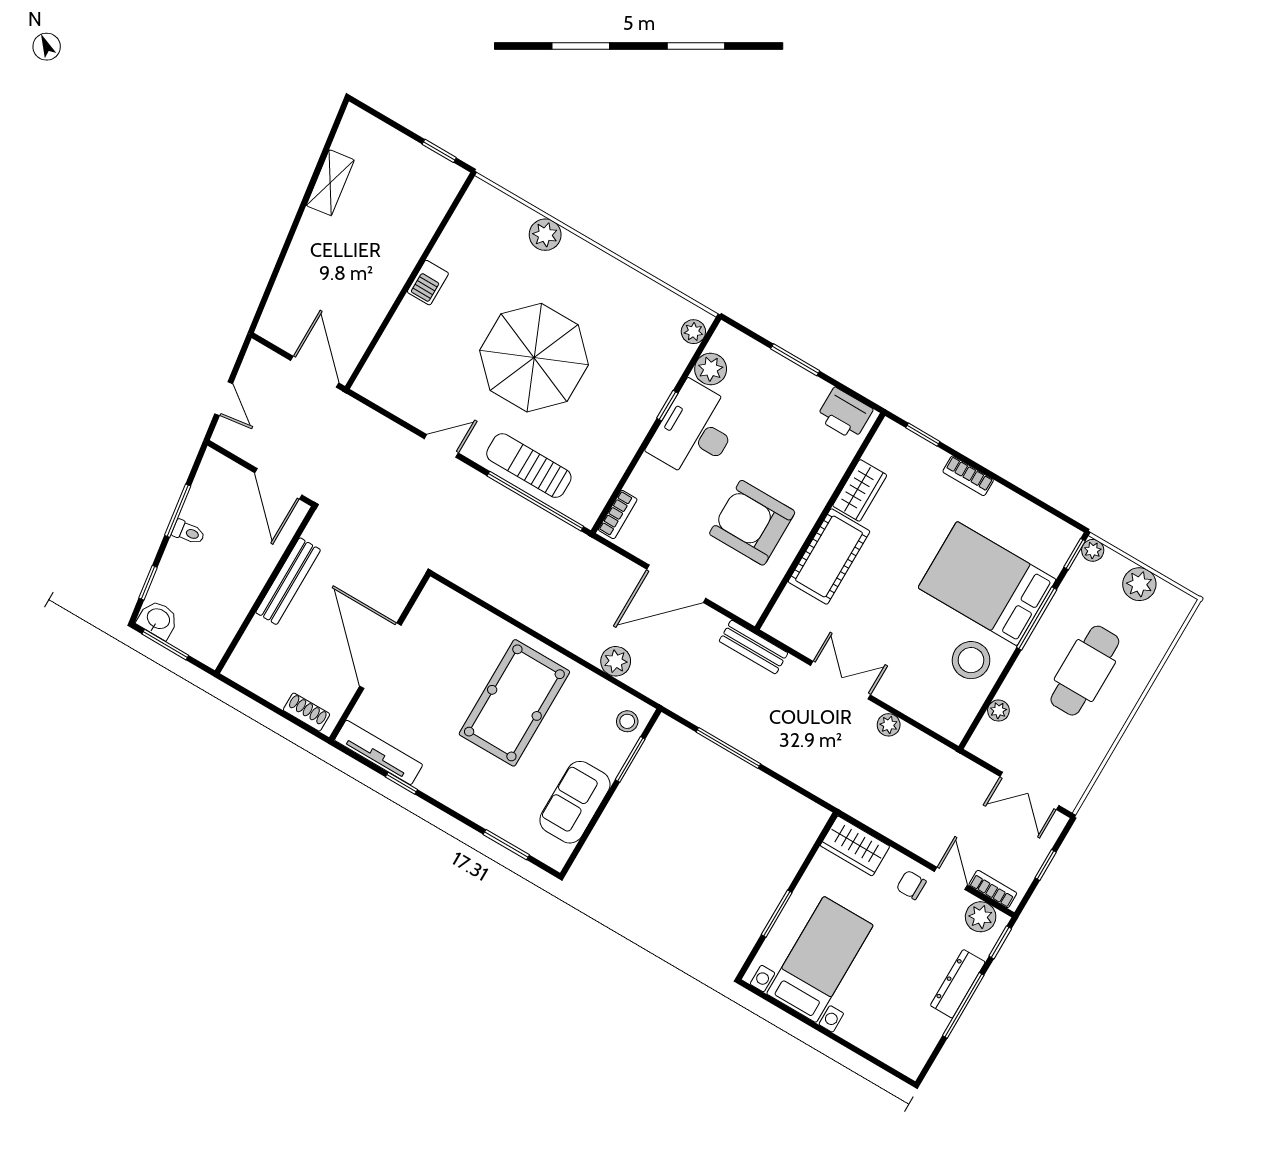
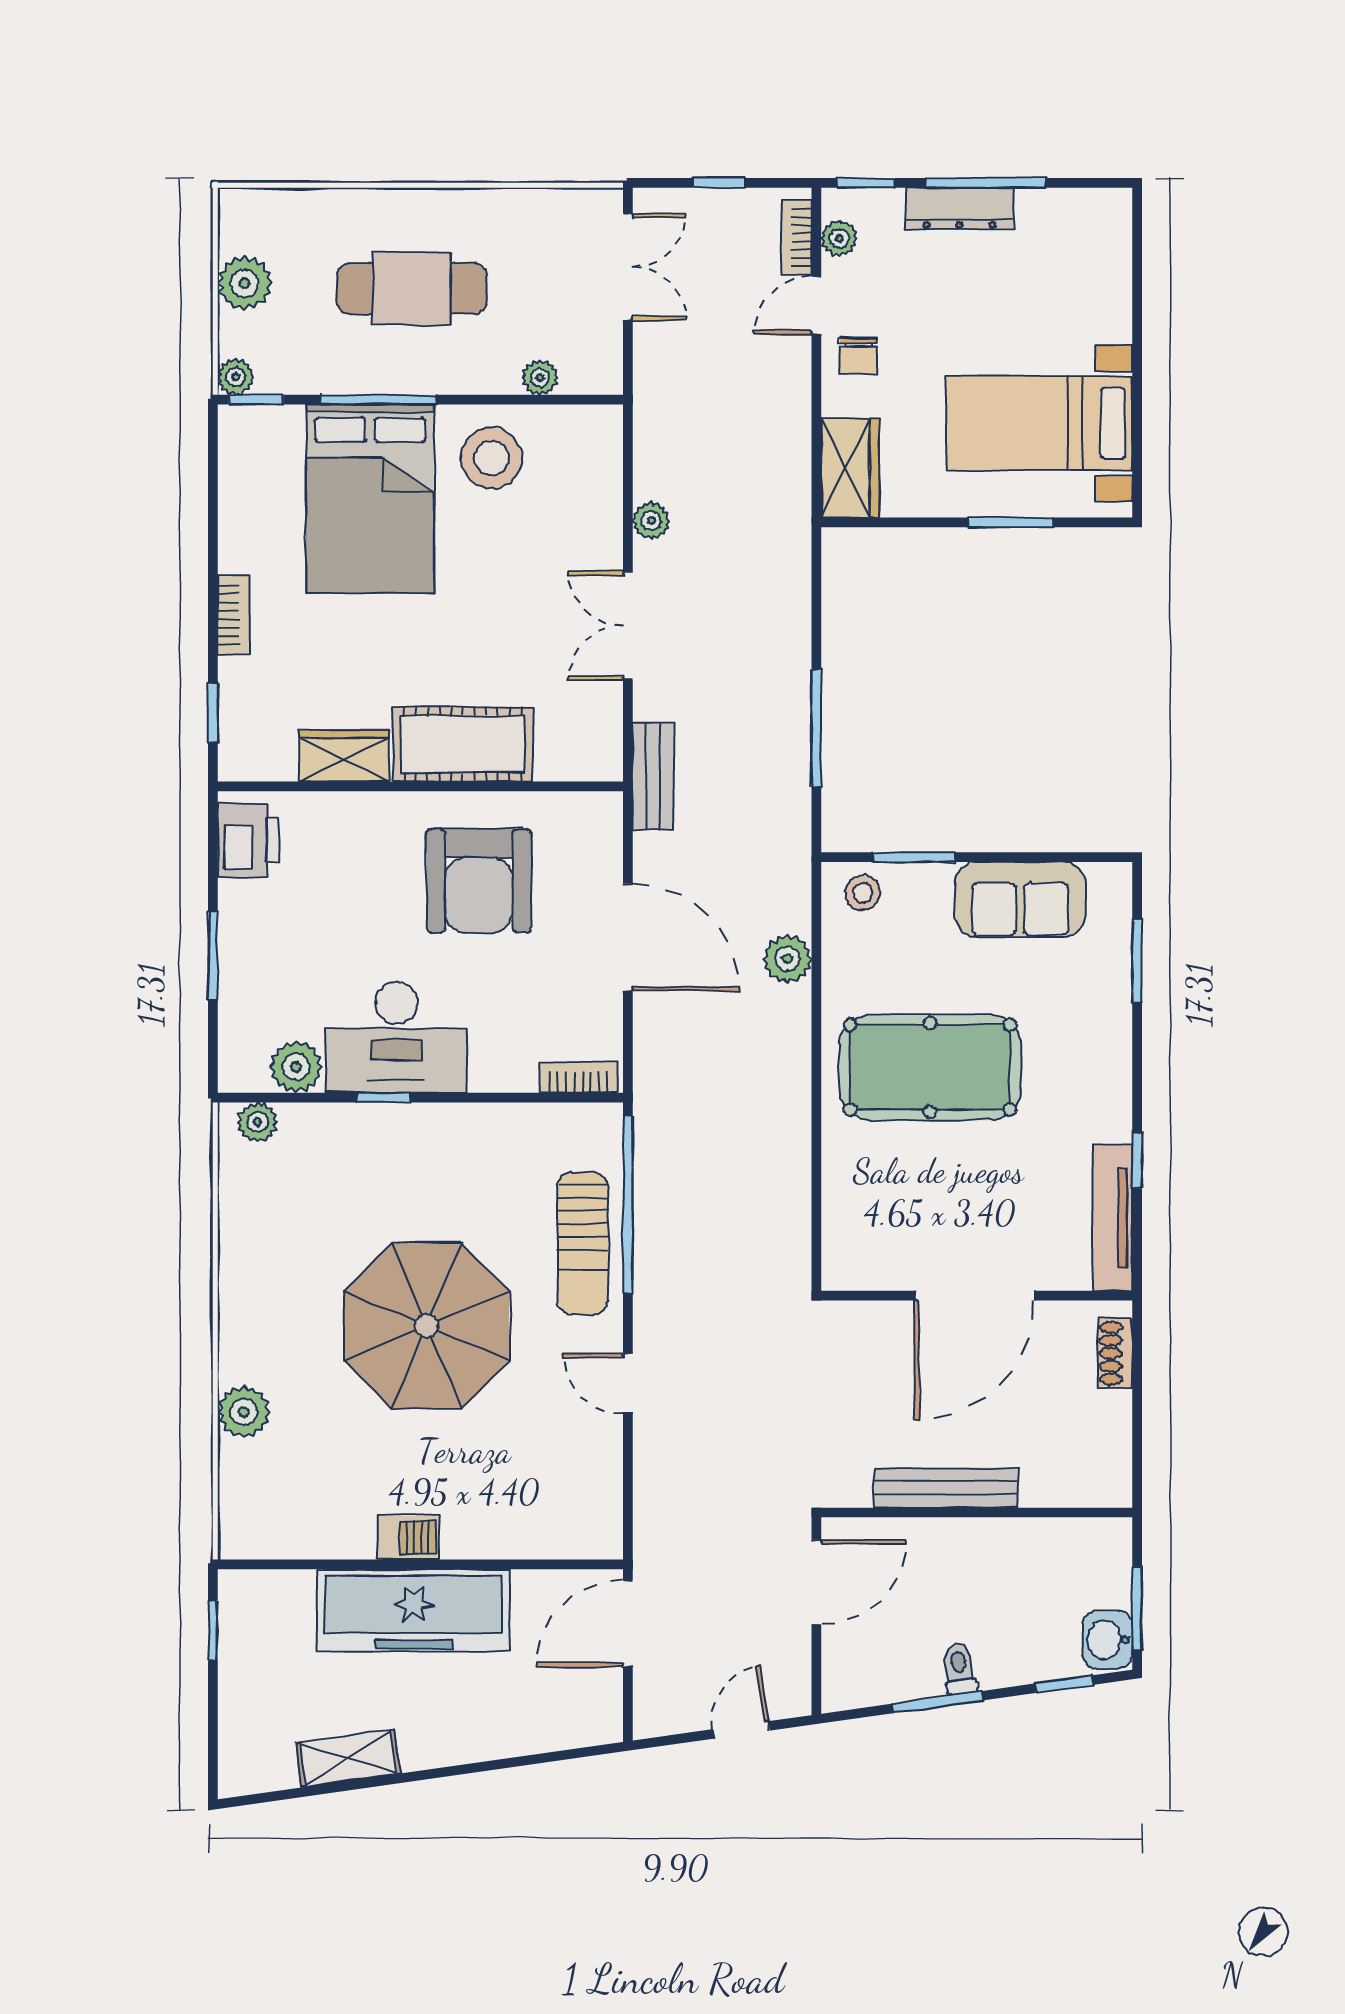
freezer: (388, 263) -> (413, 1610), added
plant: (981, 917) -> (839, 238), width x0.73, depth x0.73

